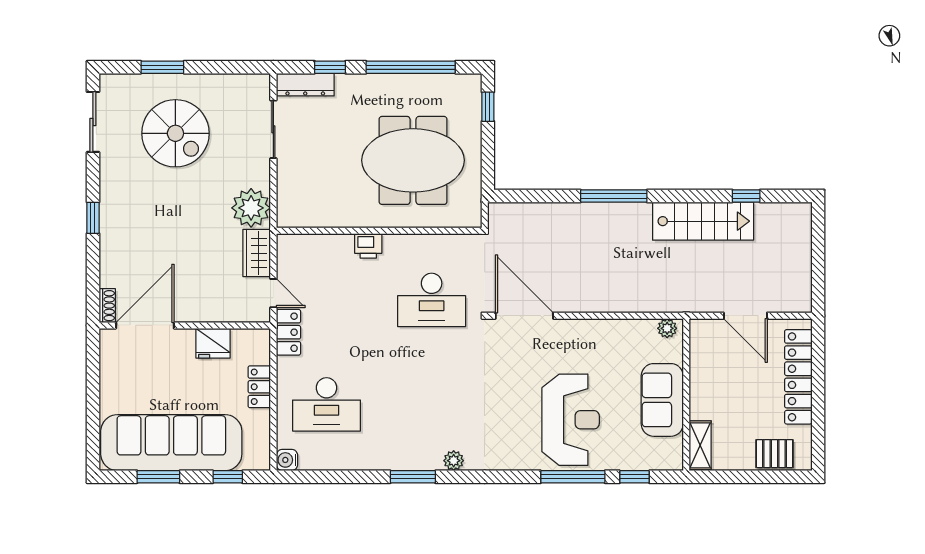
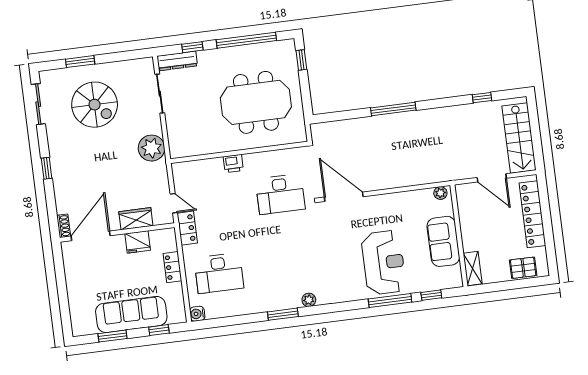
stairs: (703, 221) -> (519, 138), moved, turned 90
wardrobe: (257, 253) -> (136, 219), moved, turned 90
sofa: (171, 443) -> (131, 314), width x0.74, depth x0.79

